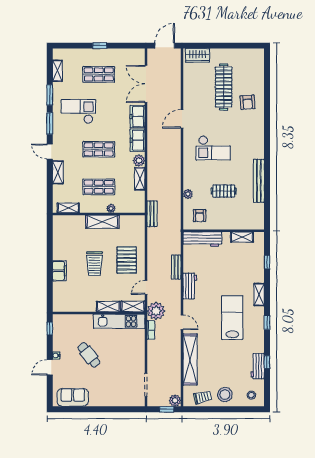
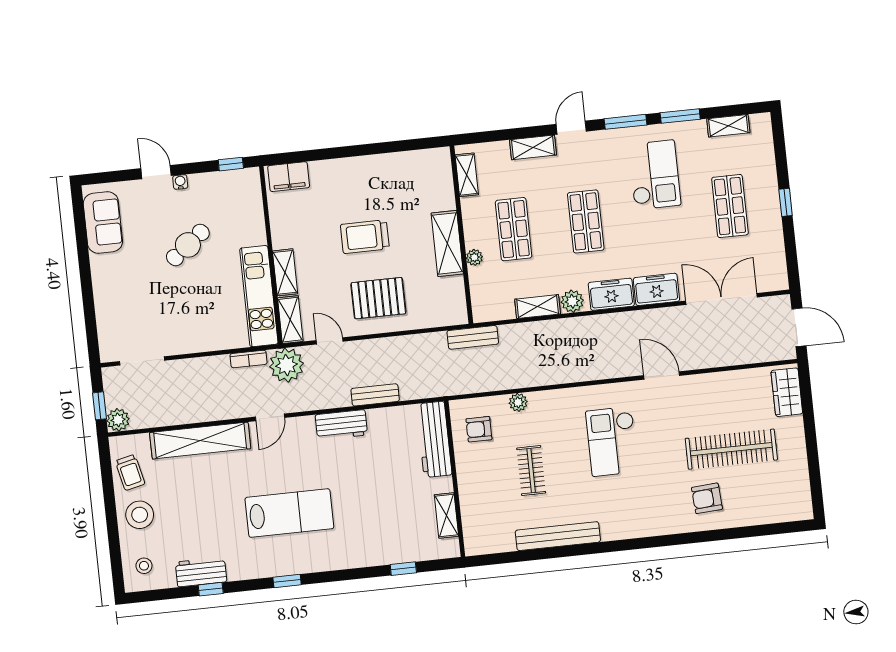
filing cabinet: (59, 271) -> (289, 177), moved
shelving: (259, 294) -> (339, 560), removed

